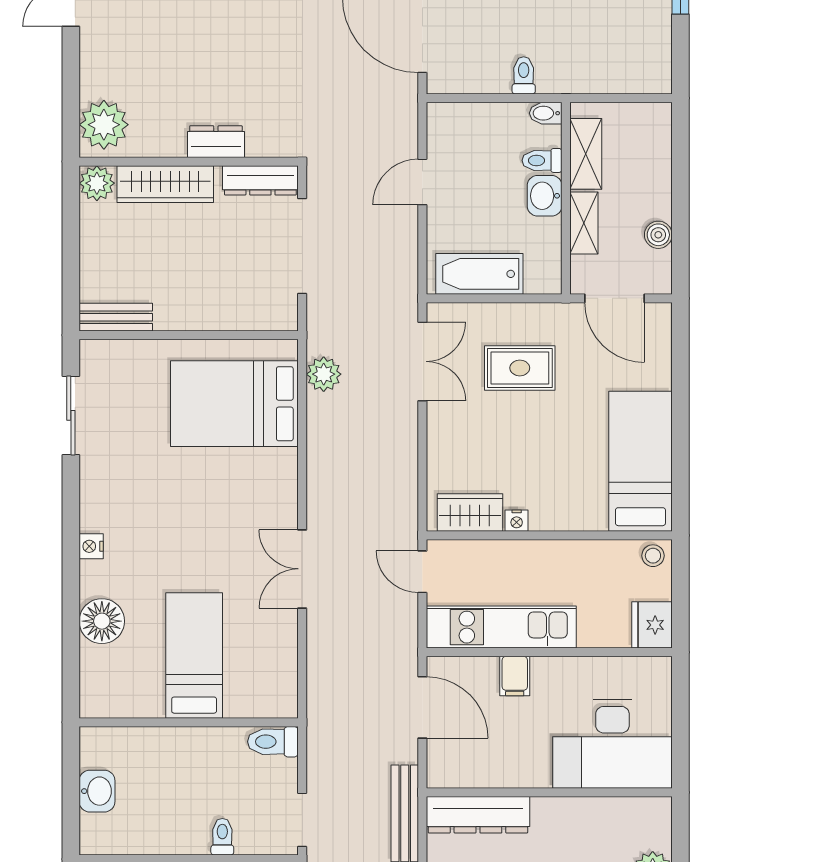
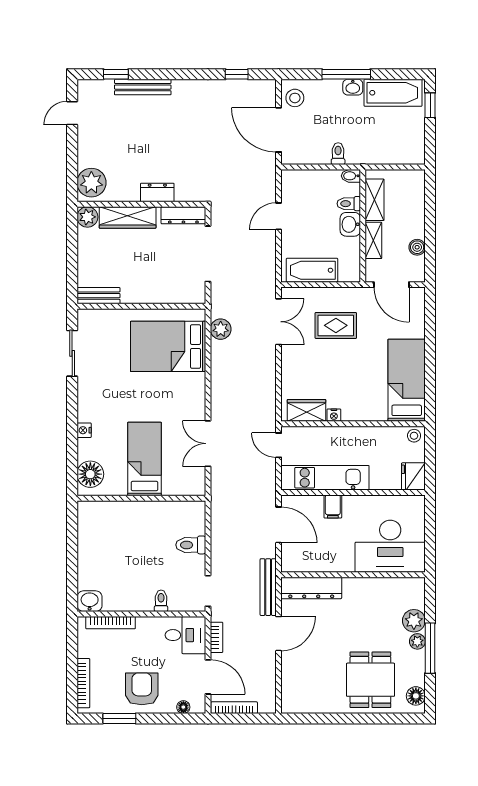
bed: (194, 655) -> (144, 459), moved
wall: (189, 722) -> (141, 498), moved
washbasin: (97, 791) -> (90, 601), moved, turned -90

